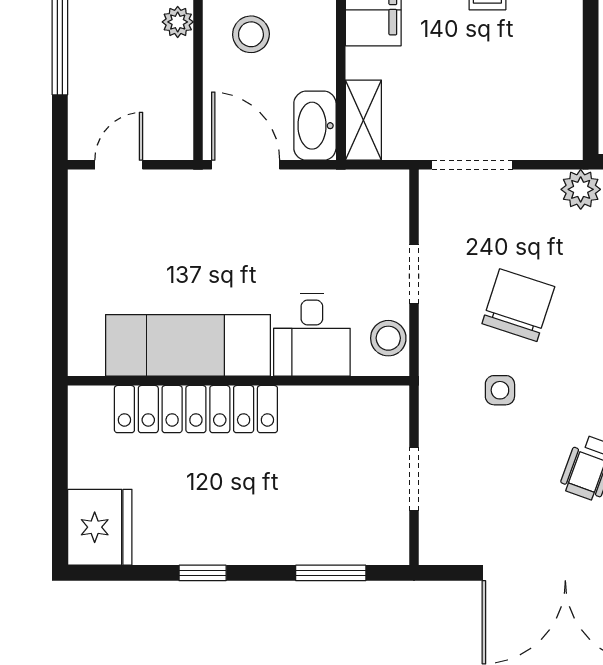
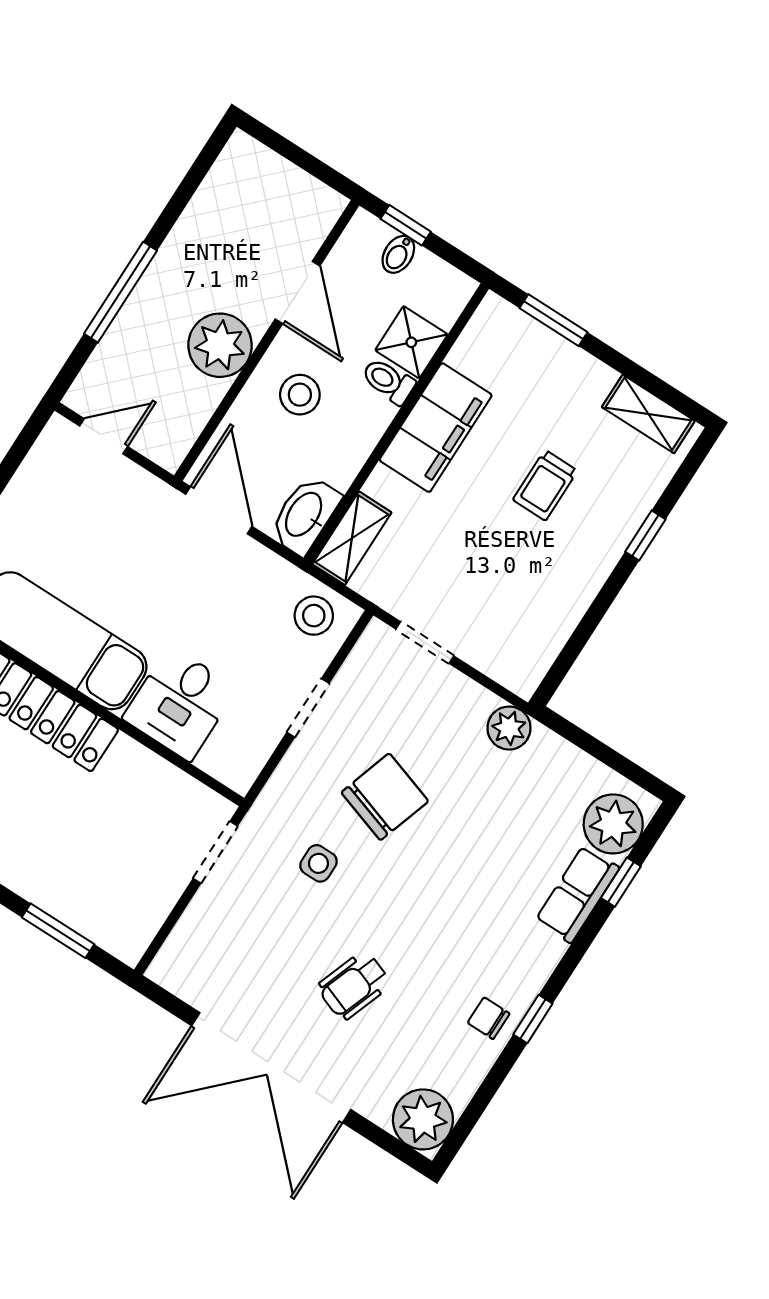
plant: (178, 22) -> (220, 345), width x1.88, depth x1.88
doorway: (472, 165) -> (425, 642), width x0.73
stool: (388, 338) -> (314, 616), moved
doorway: (414, 479) -> (215, 852), moved

